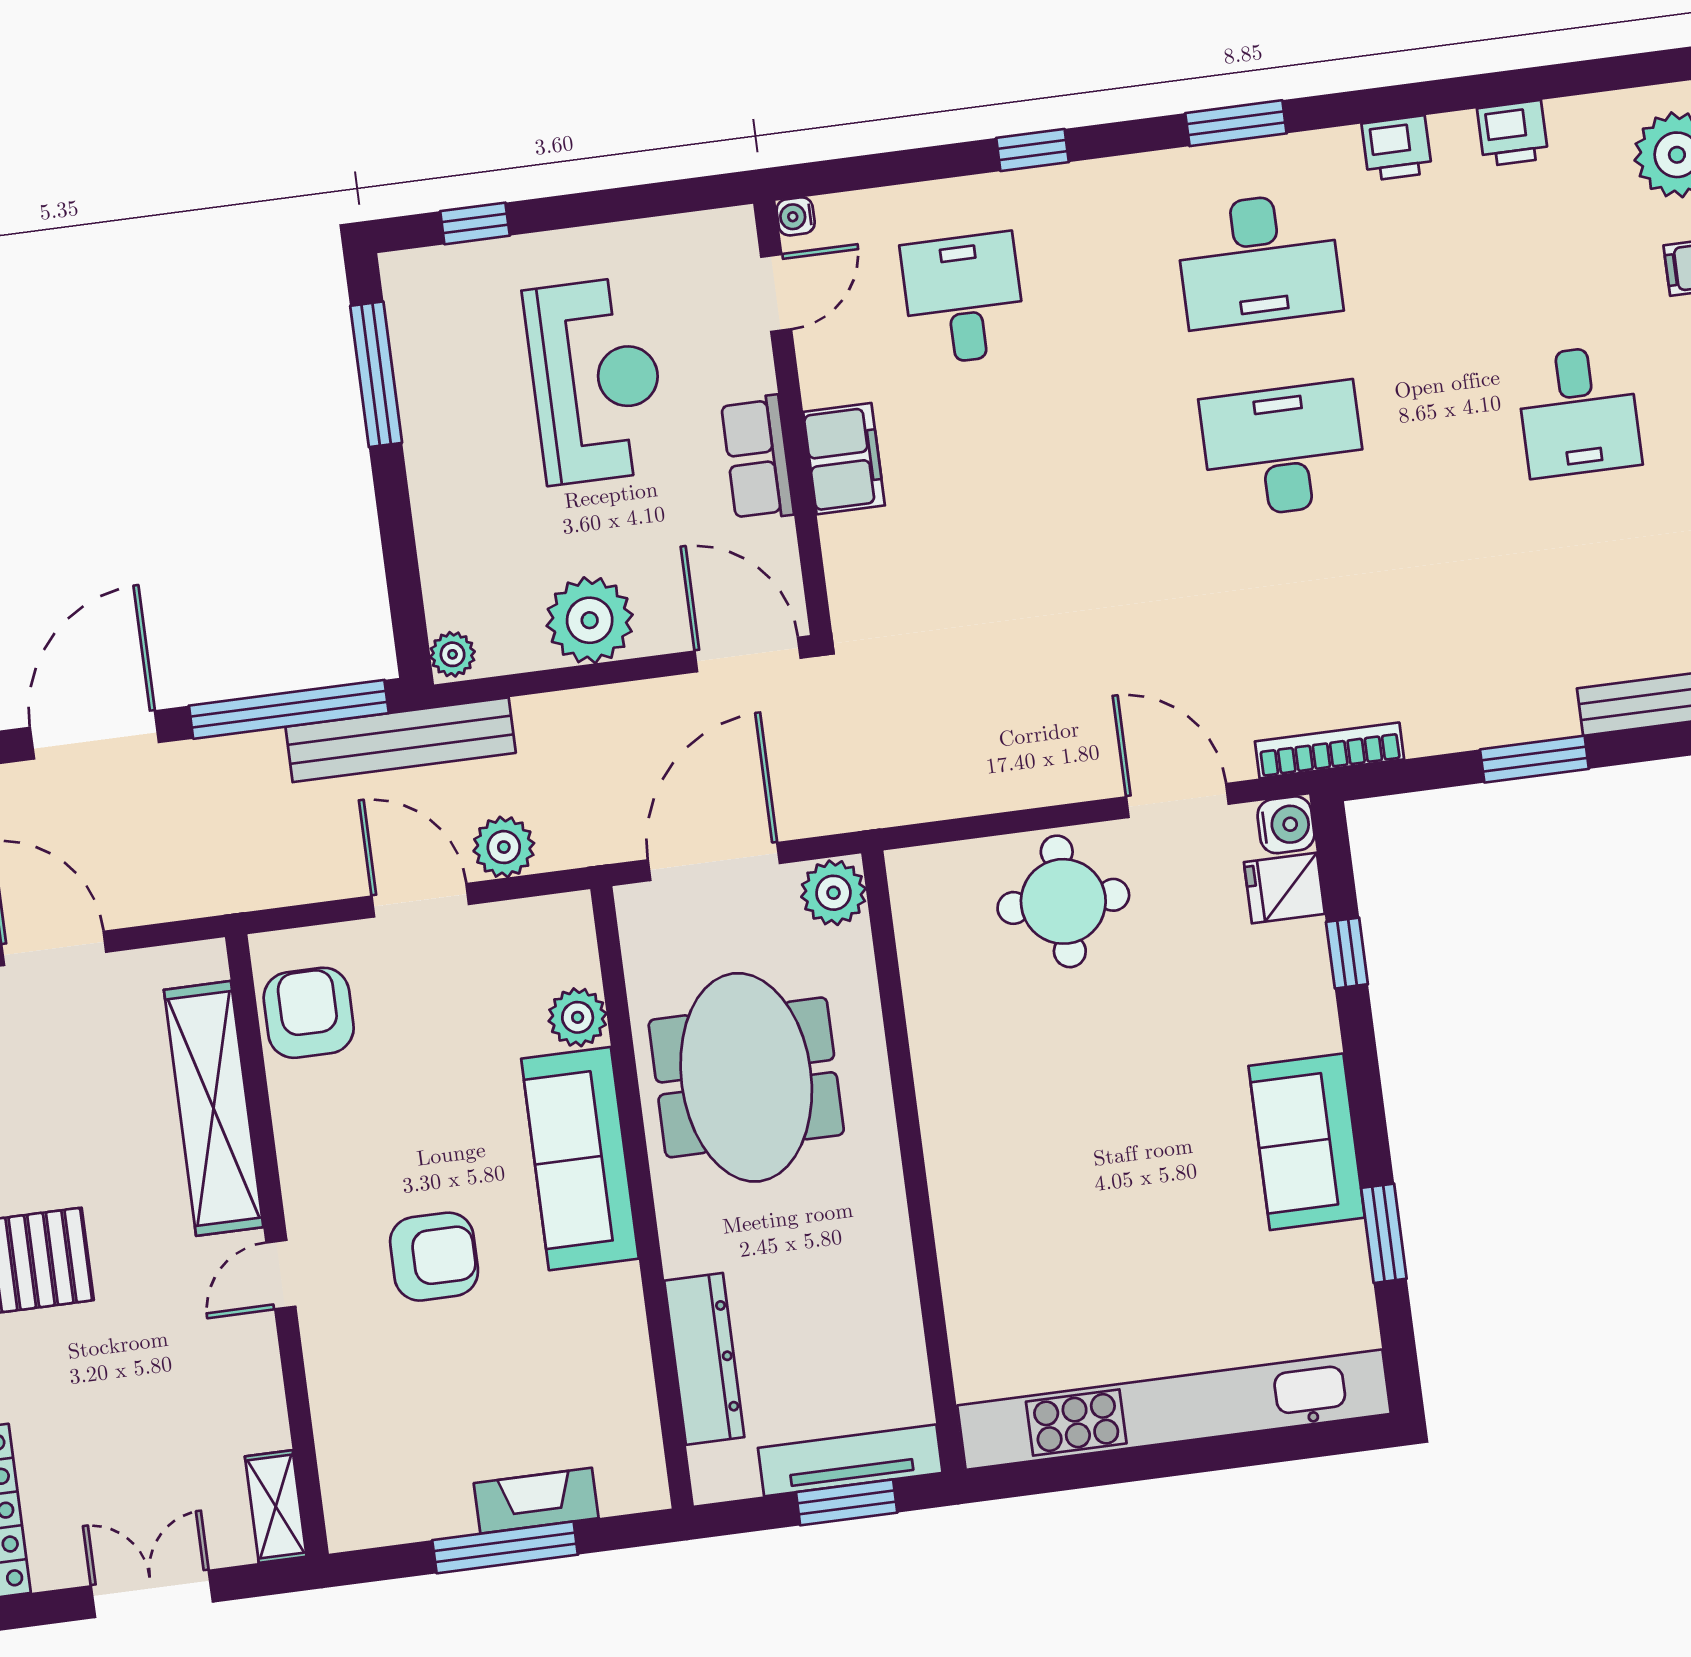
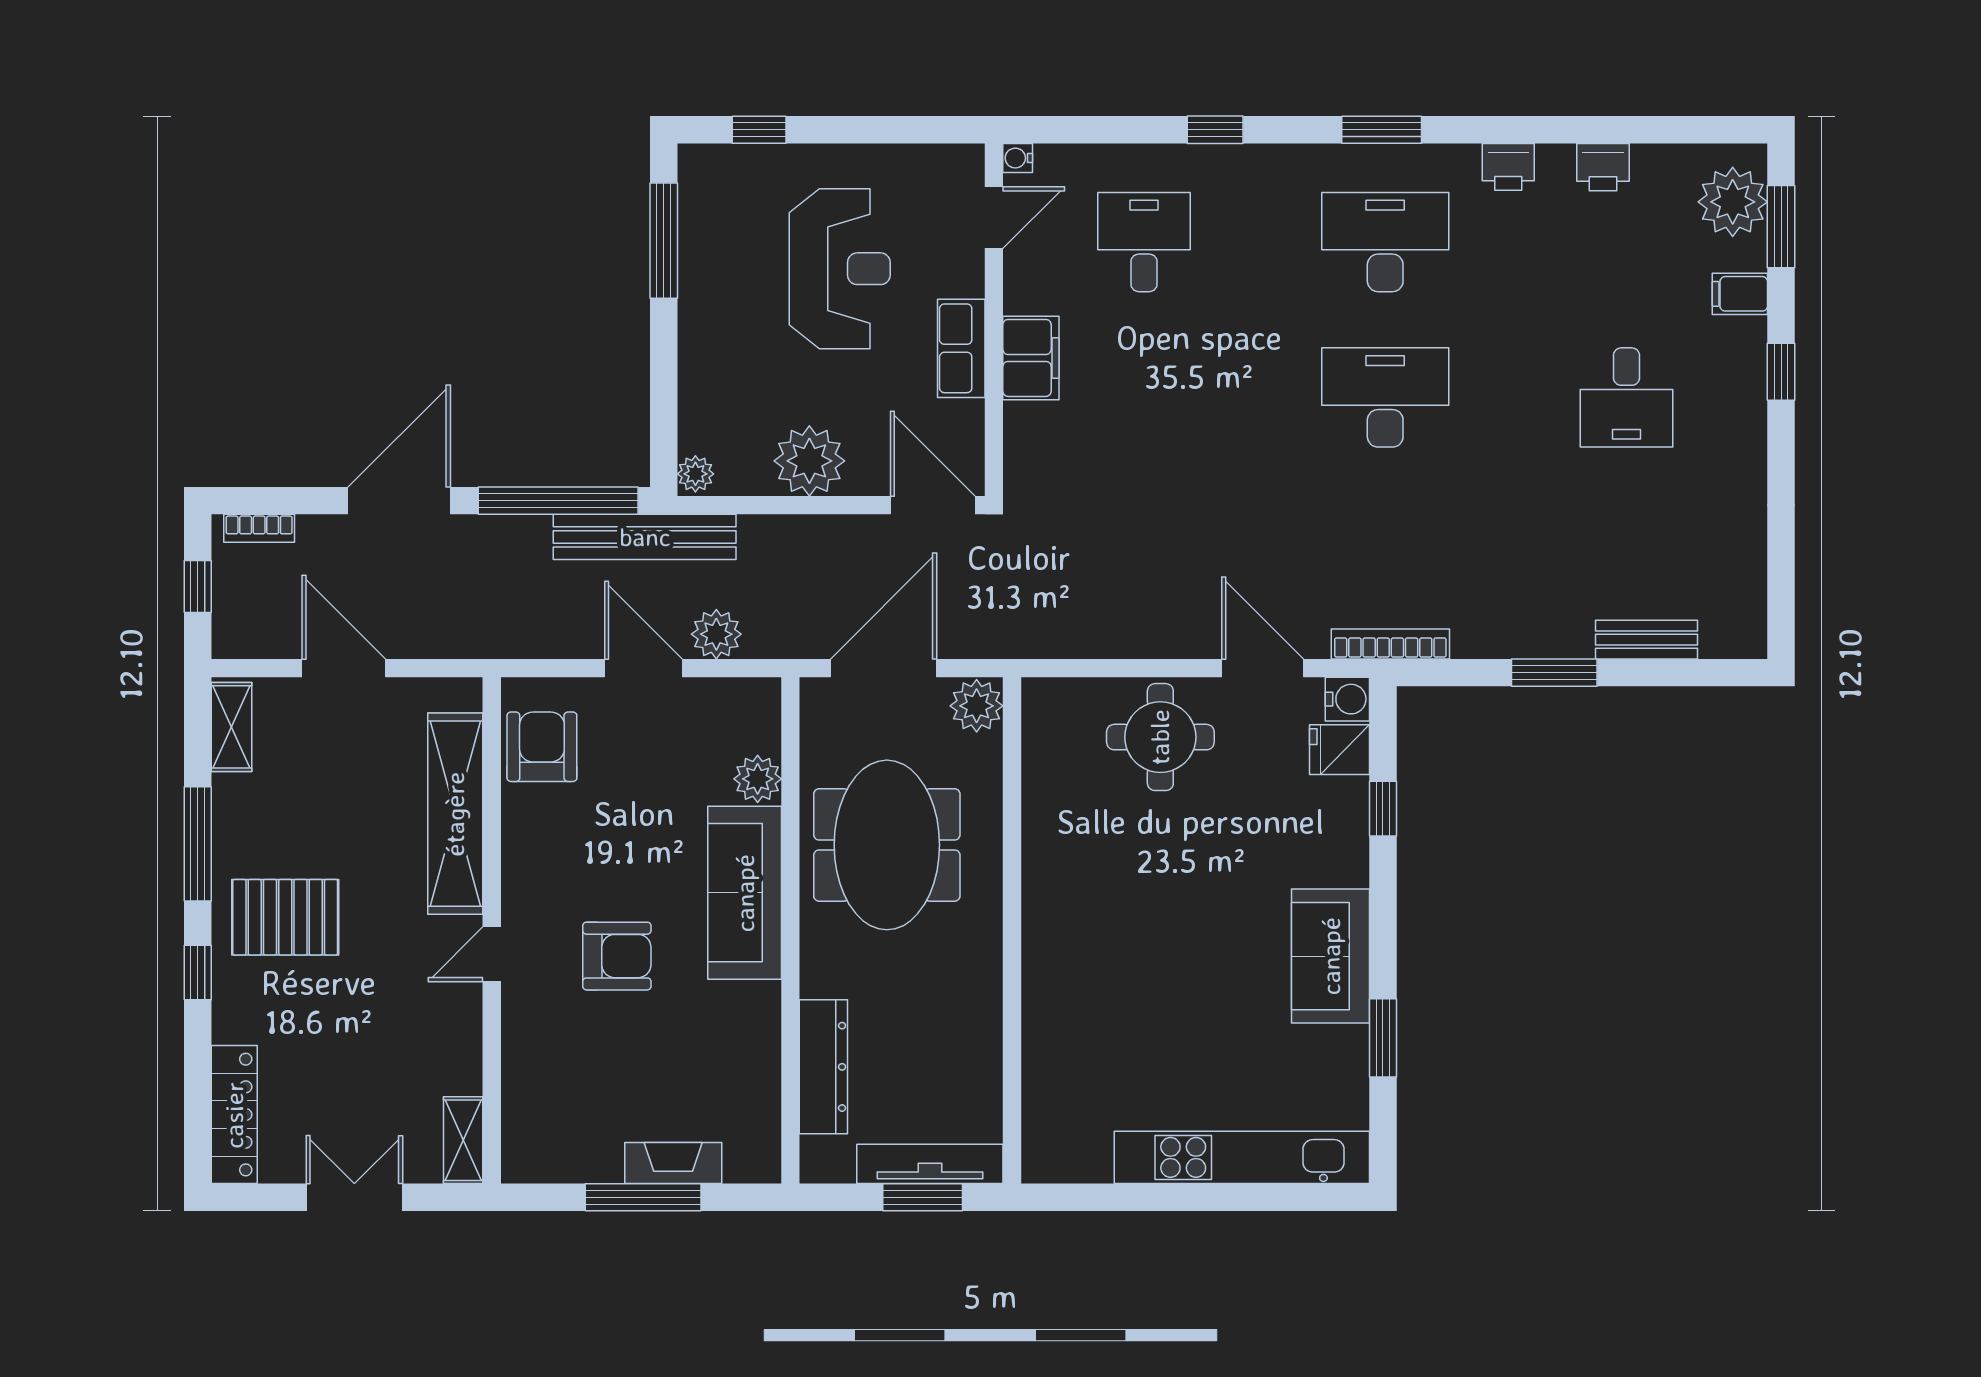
desk: (1259, 260) -> (1385, 242), turned 180
kitchen unit: (1174, 1410) -> (1242, 1157), width x0.73

